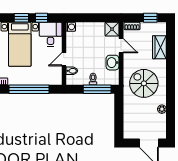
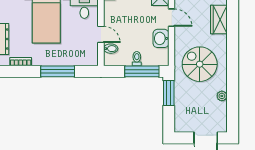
door: (64, 59) -> (101, 34), swing flipped
window: (29, 89) -> (58, 71), width x0.68
window: (119, 107) -> (169, 93), added

